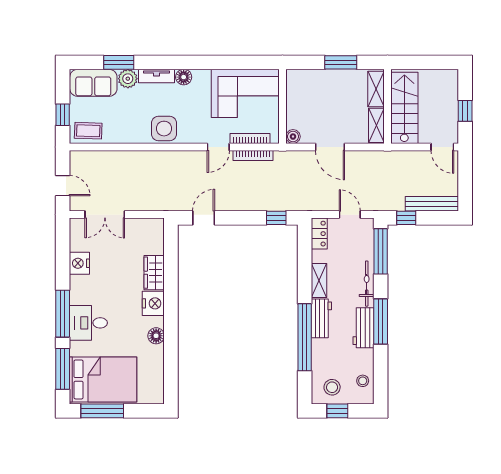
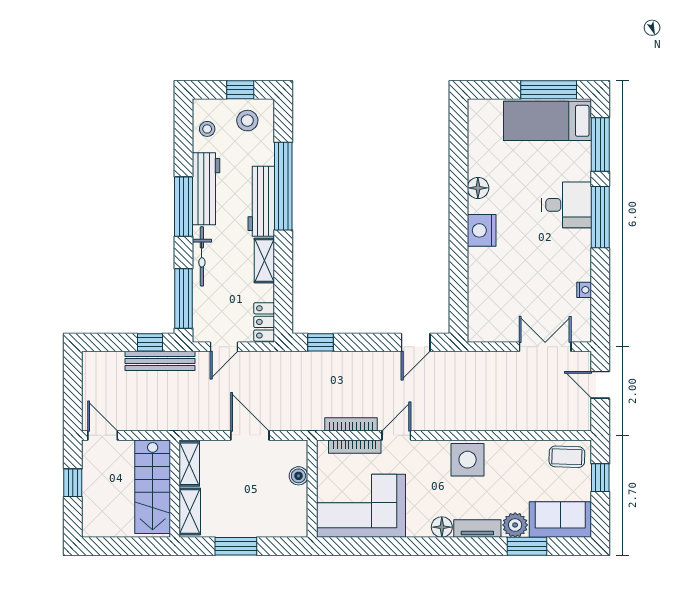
boiler: (293, 137) -> (298, 476), moved
bench: (432, 204) -> (160, 361), moved
door: (350, 215) -> (224, 347), hinge flipped
nightstand: (79, 263) -> (584, 290), width x0.53, depth x0.56
wardrobe: (154, 273) -> (480, 271), removed
workbench: (321, 318) -> (261, 201), width x1.38
workbench: (364, 328) -> (206, 189), width x1.38
bed: (103, 379) -> (548, 121), width x0.67

